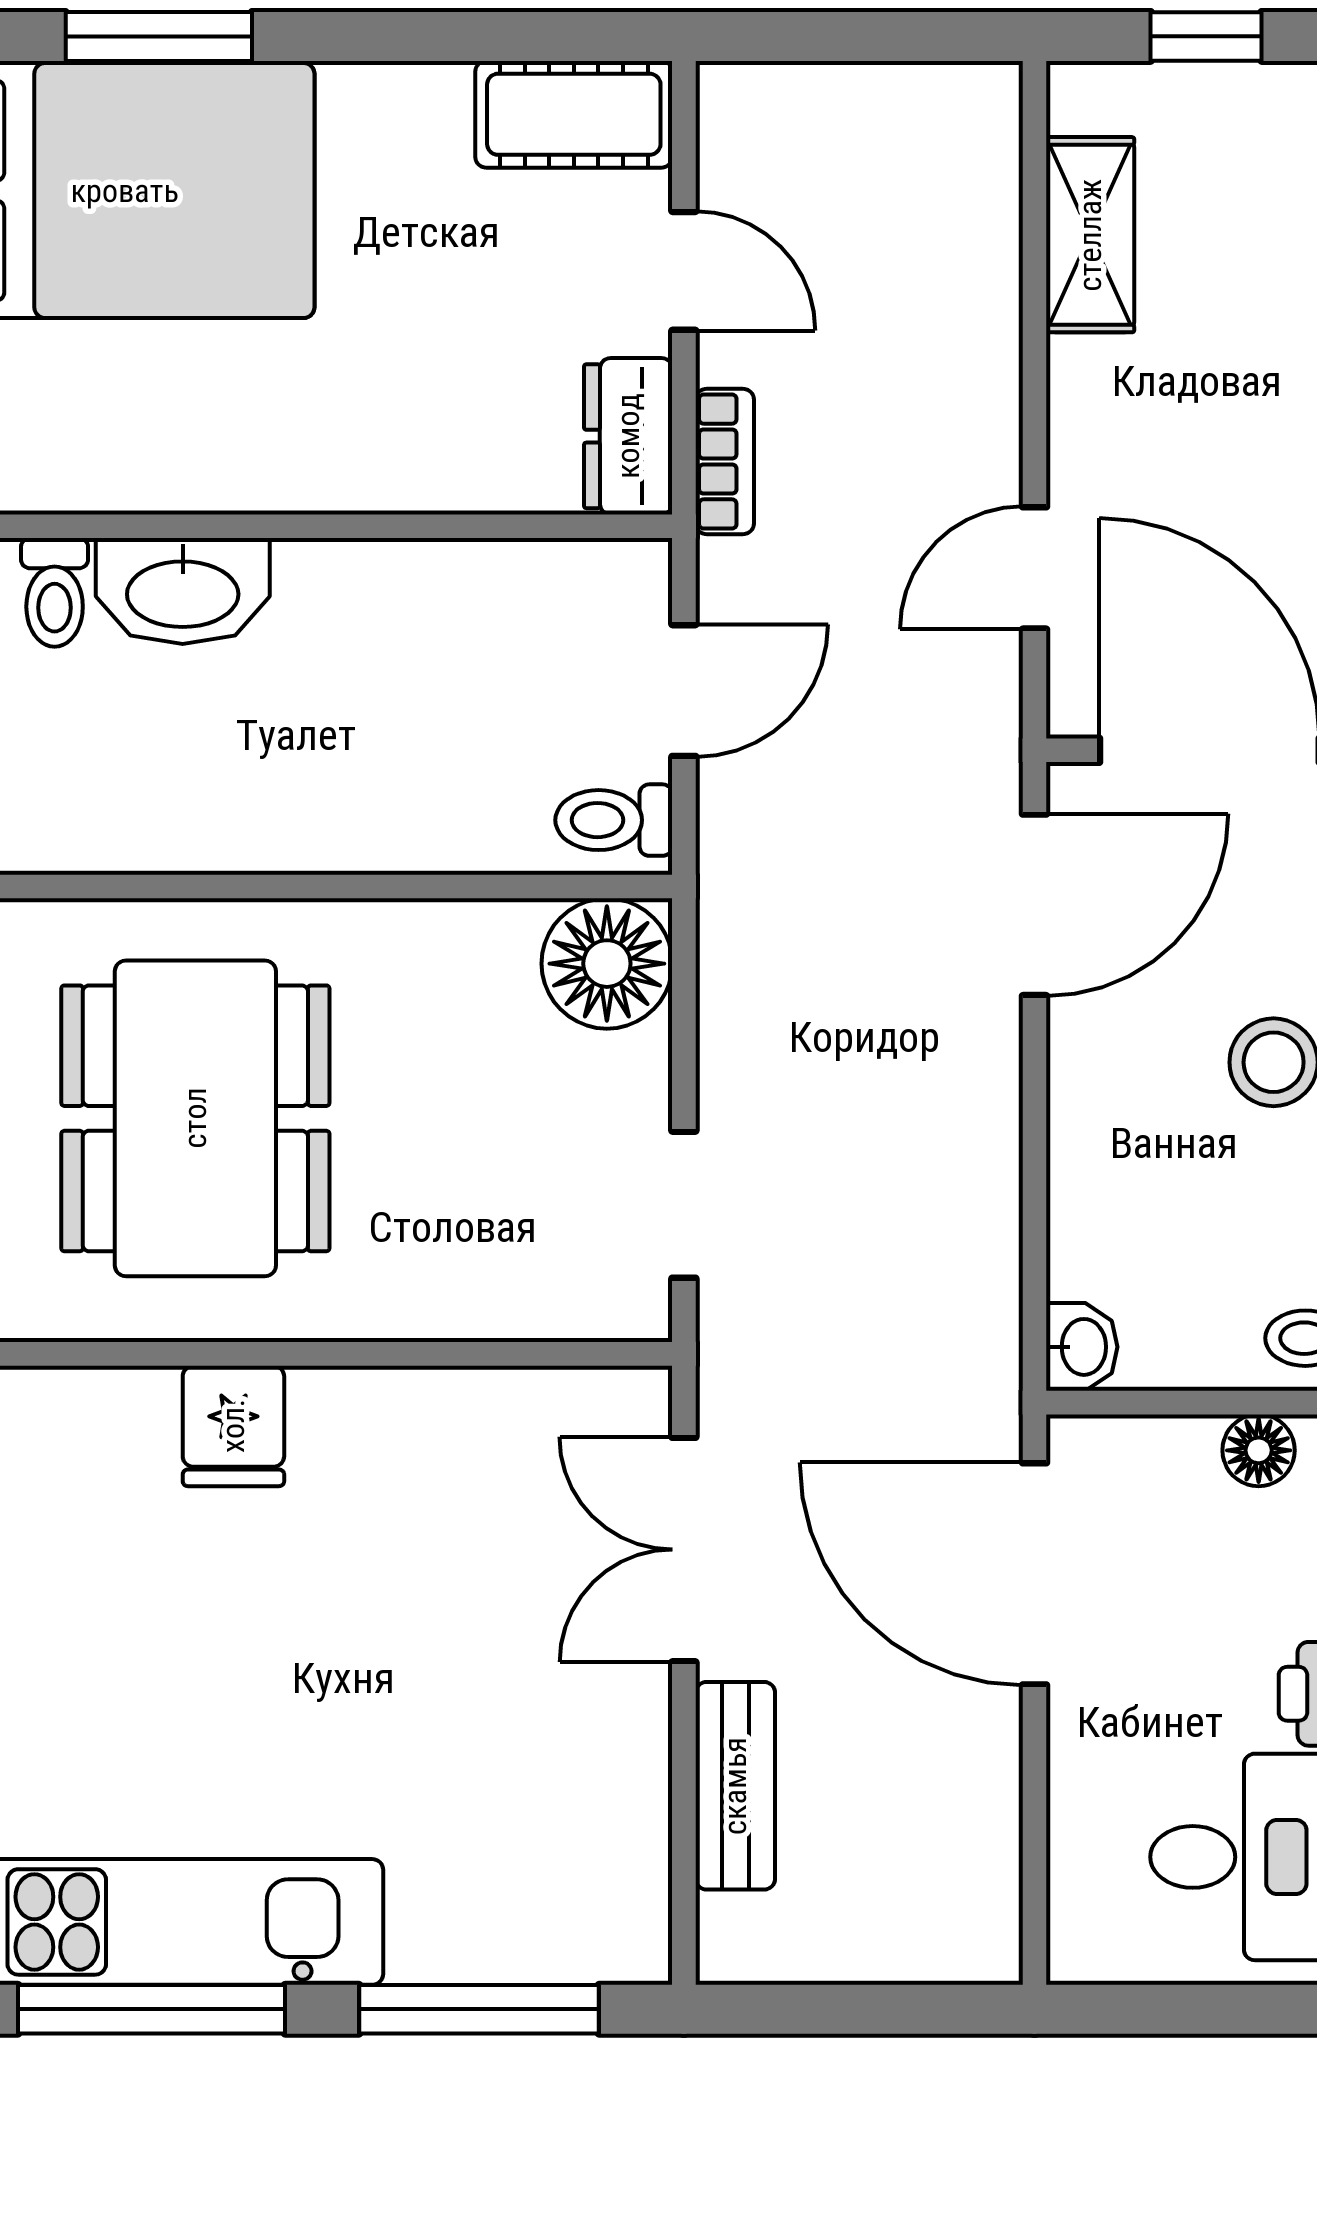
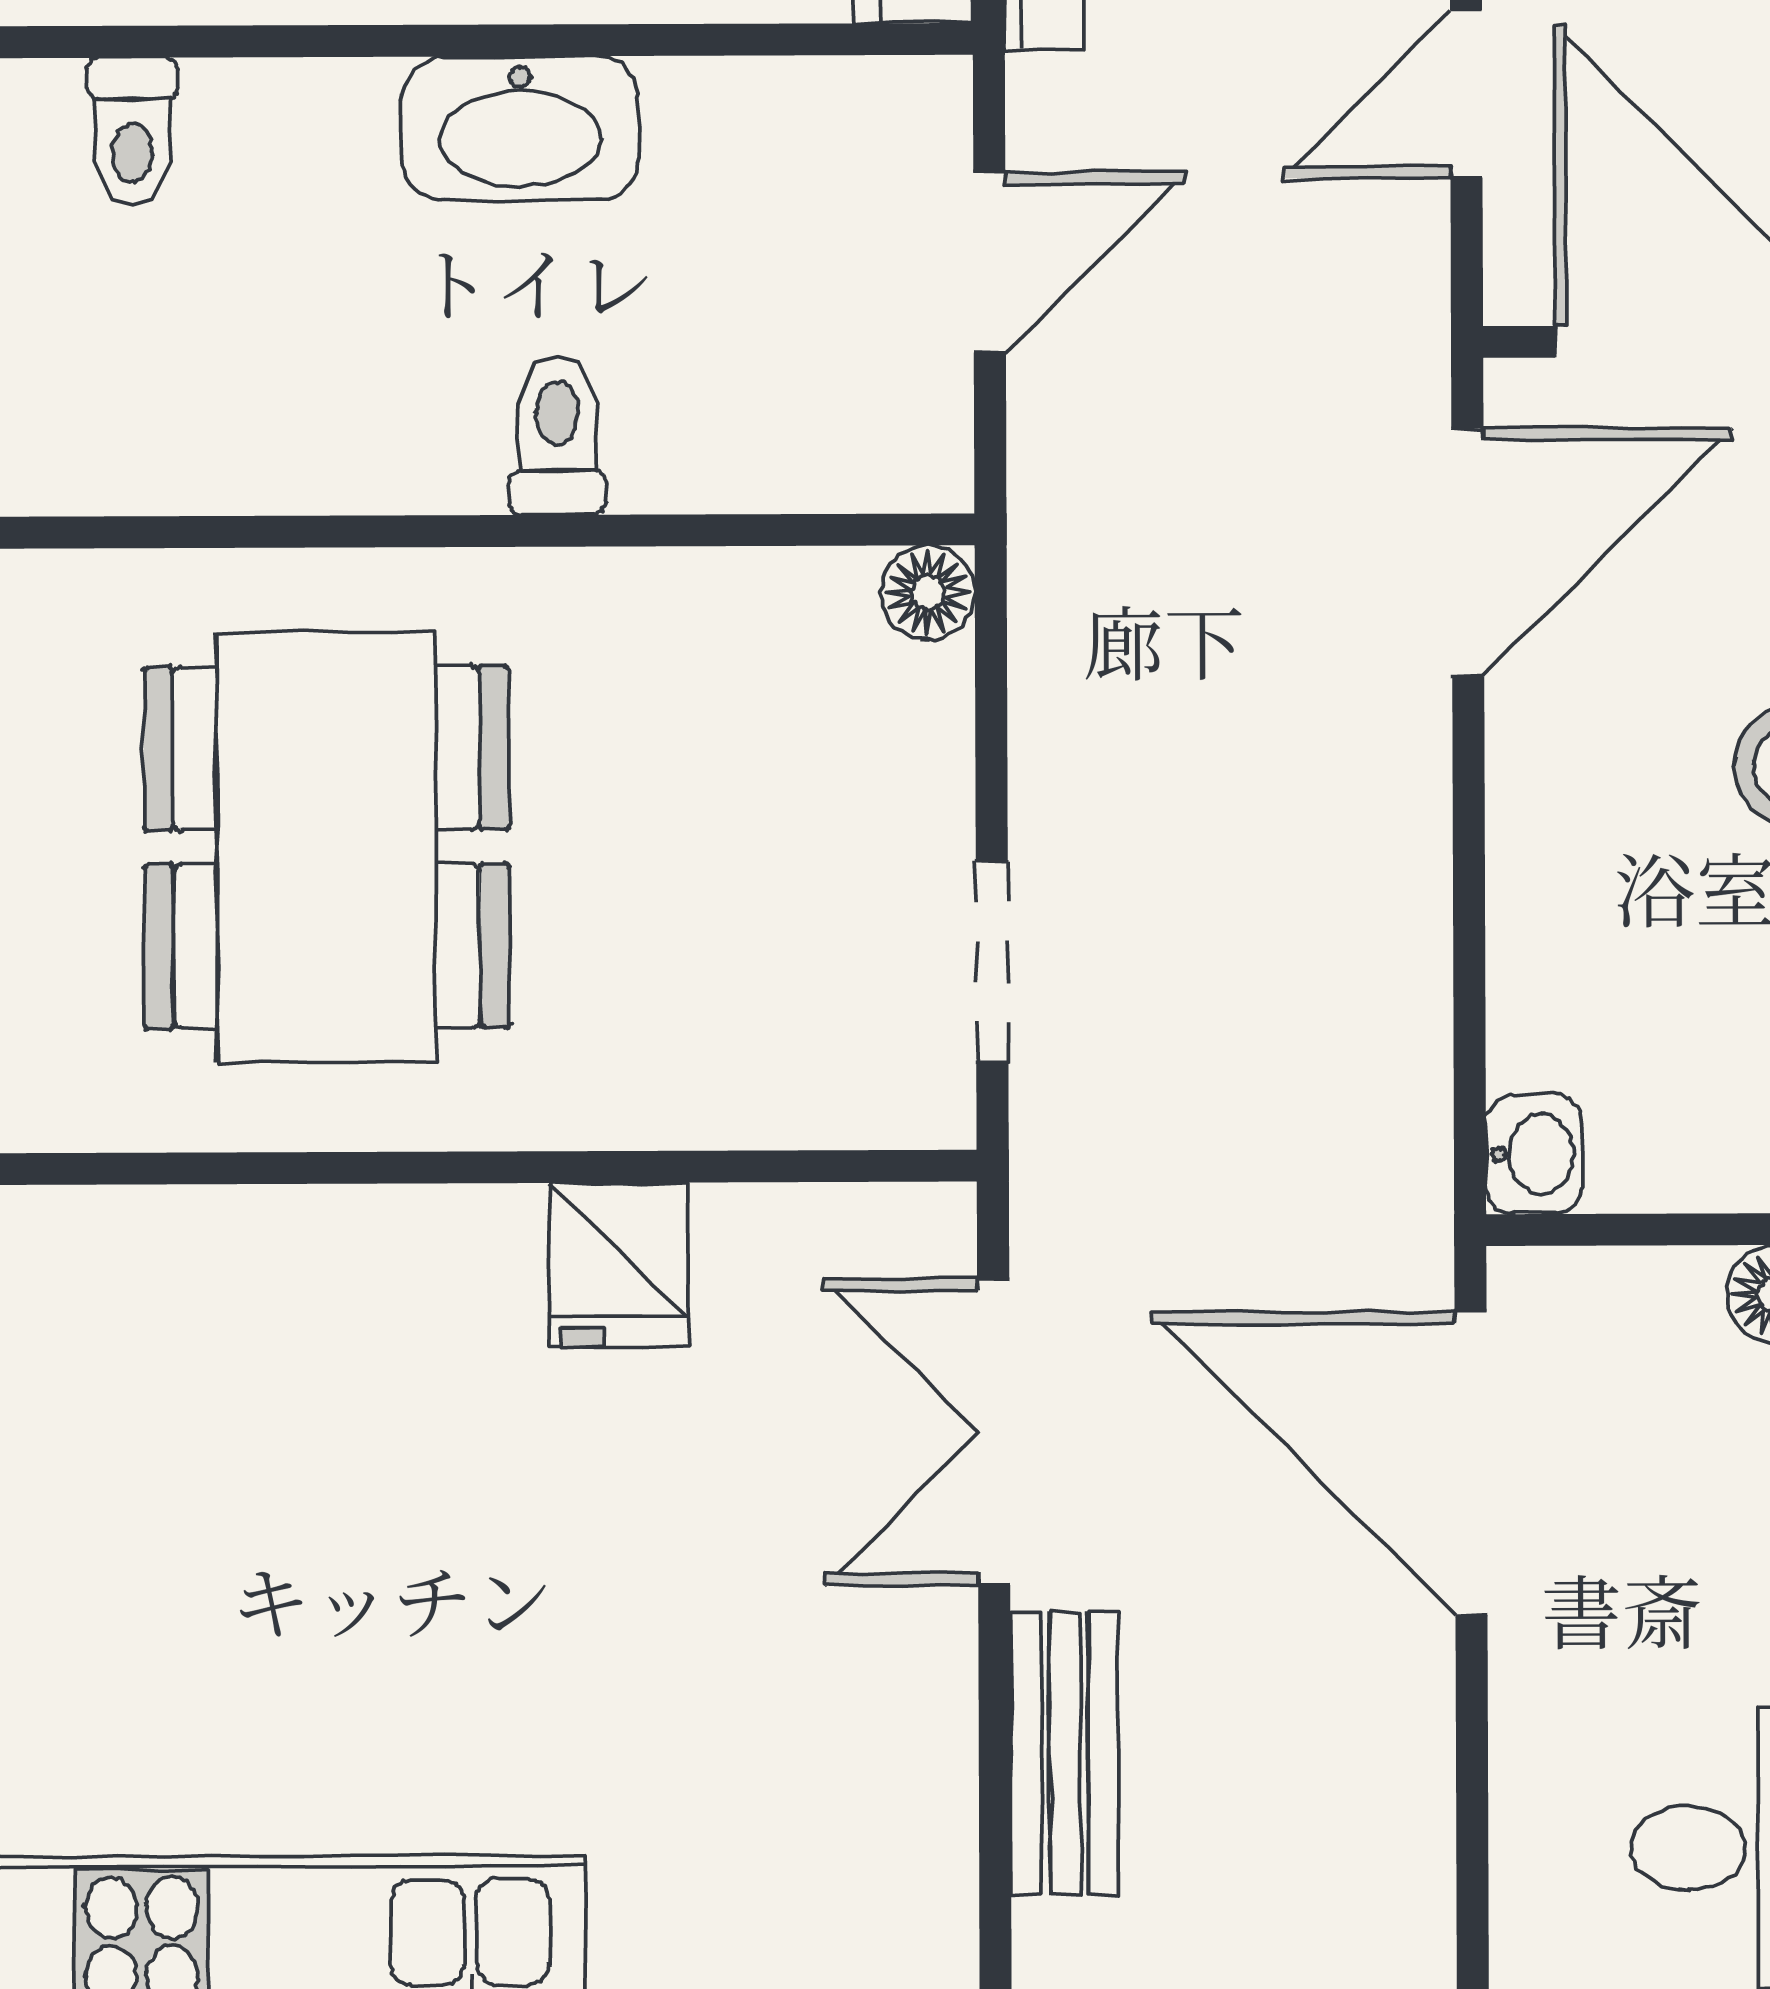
washbasin: (183, 591) -> (520, 129), moved
toilet: (614, 820) -> (558, 435), moved, turned 90
floor lamp: (607, 964) -> (928, 593), width x0.53, depth x0.53
fridge: (233, 1426) -> (618, 1265), moved

